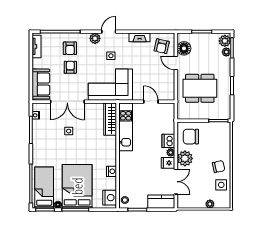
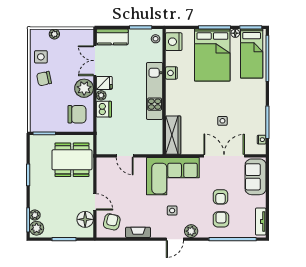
dining table: (200, 88) -> (72, 160), moved
kitchen unit: (126, 127) -> (155, 91), moved

